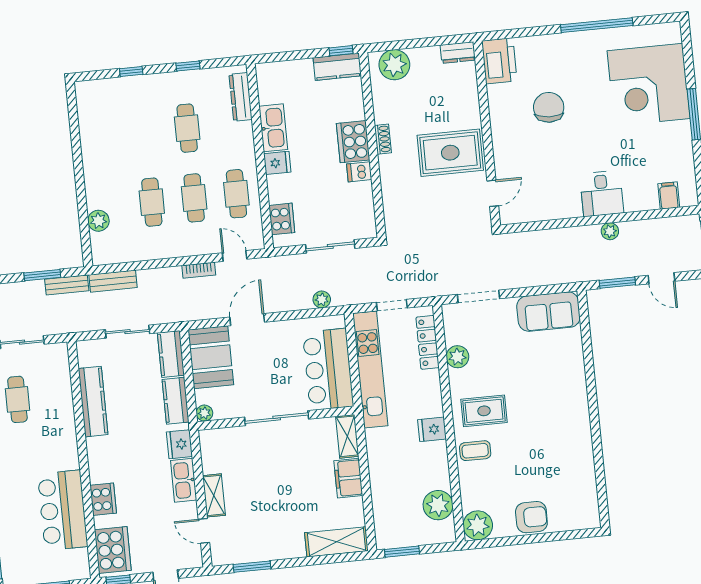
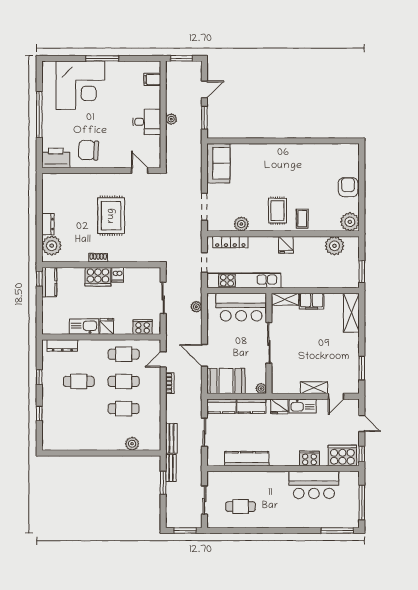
dresser: (458, 53) -> (48, 224), moved
printer: (499, 61) -> (56, 158), moved
wall: (487, 133) -> (101, 171), moved
door: (493, 193) -> (140, 171), moved

